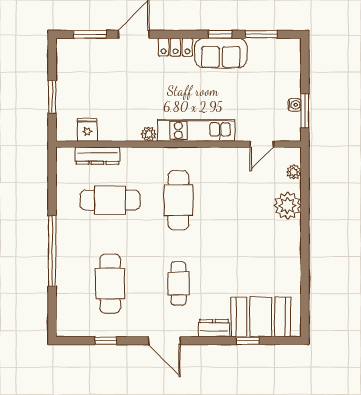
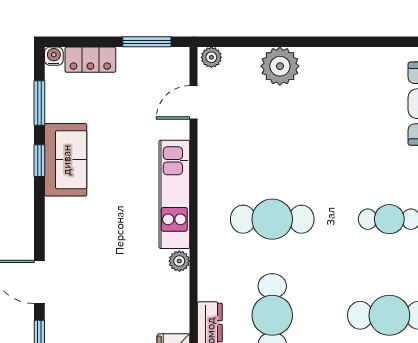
locker: (175, 47) -> (90, 60), moved, turned 90
water cooler: (295, 105) -> (54, 56), moved
door: (262, 144) -> (194, 102), swing flipped
plant: (294, 172) -> (211, 57), moved

